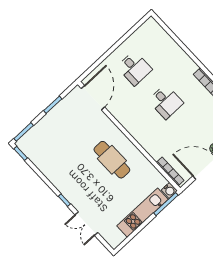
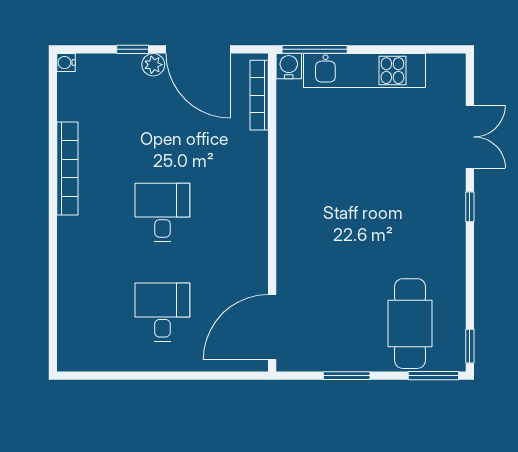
cafe table: (112, 160) -> (410, 324), moved

